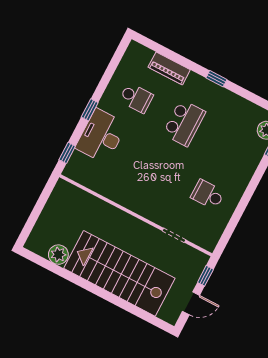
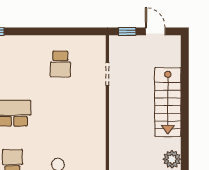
stairs: (119, 273) -> (168, 102), width x0.73, depth x0.66

